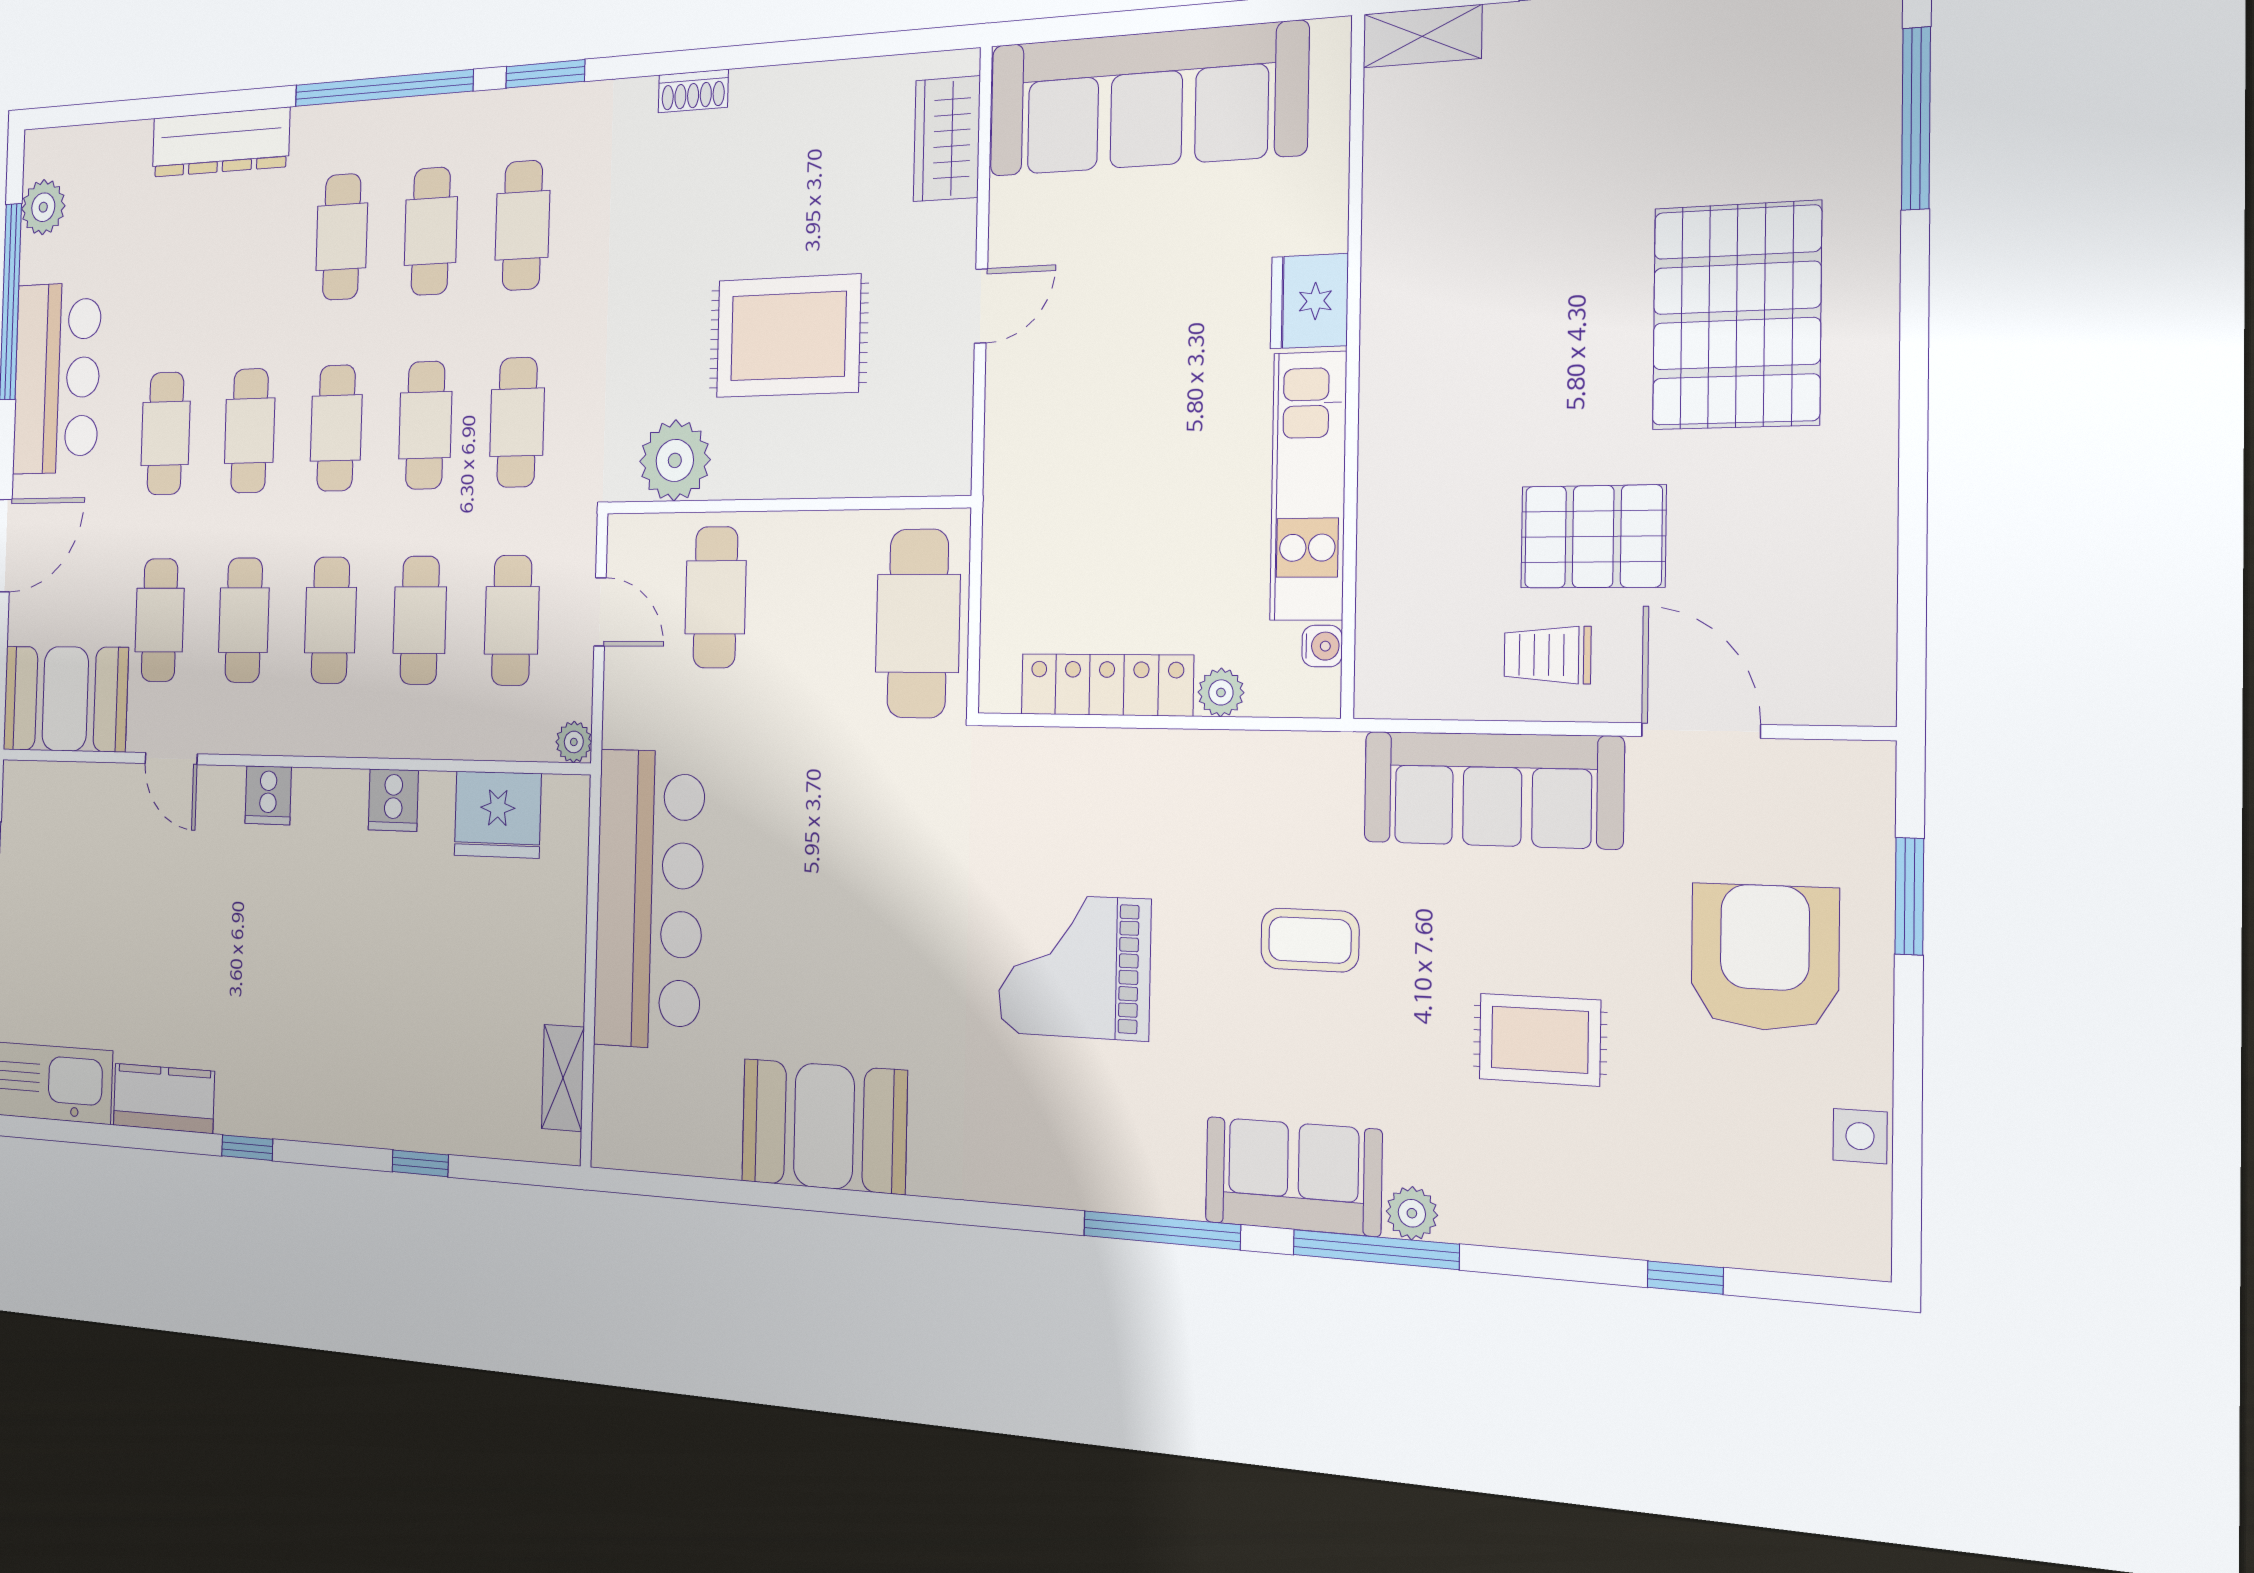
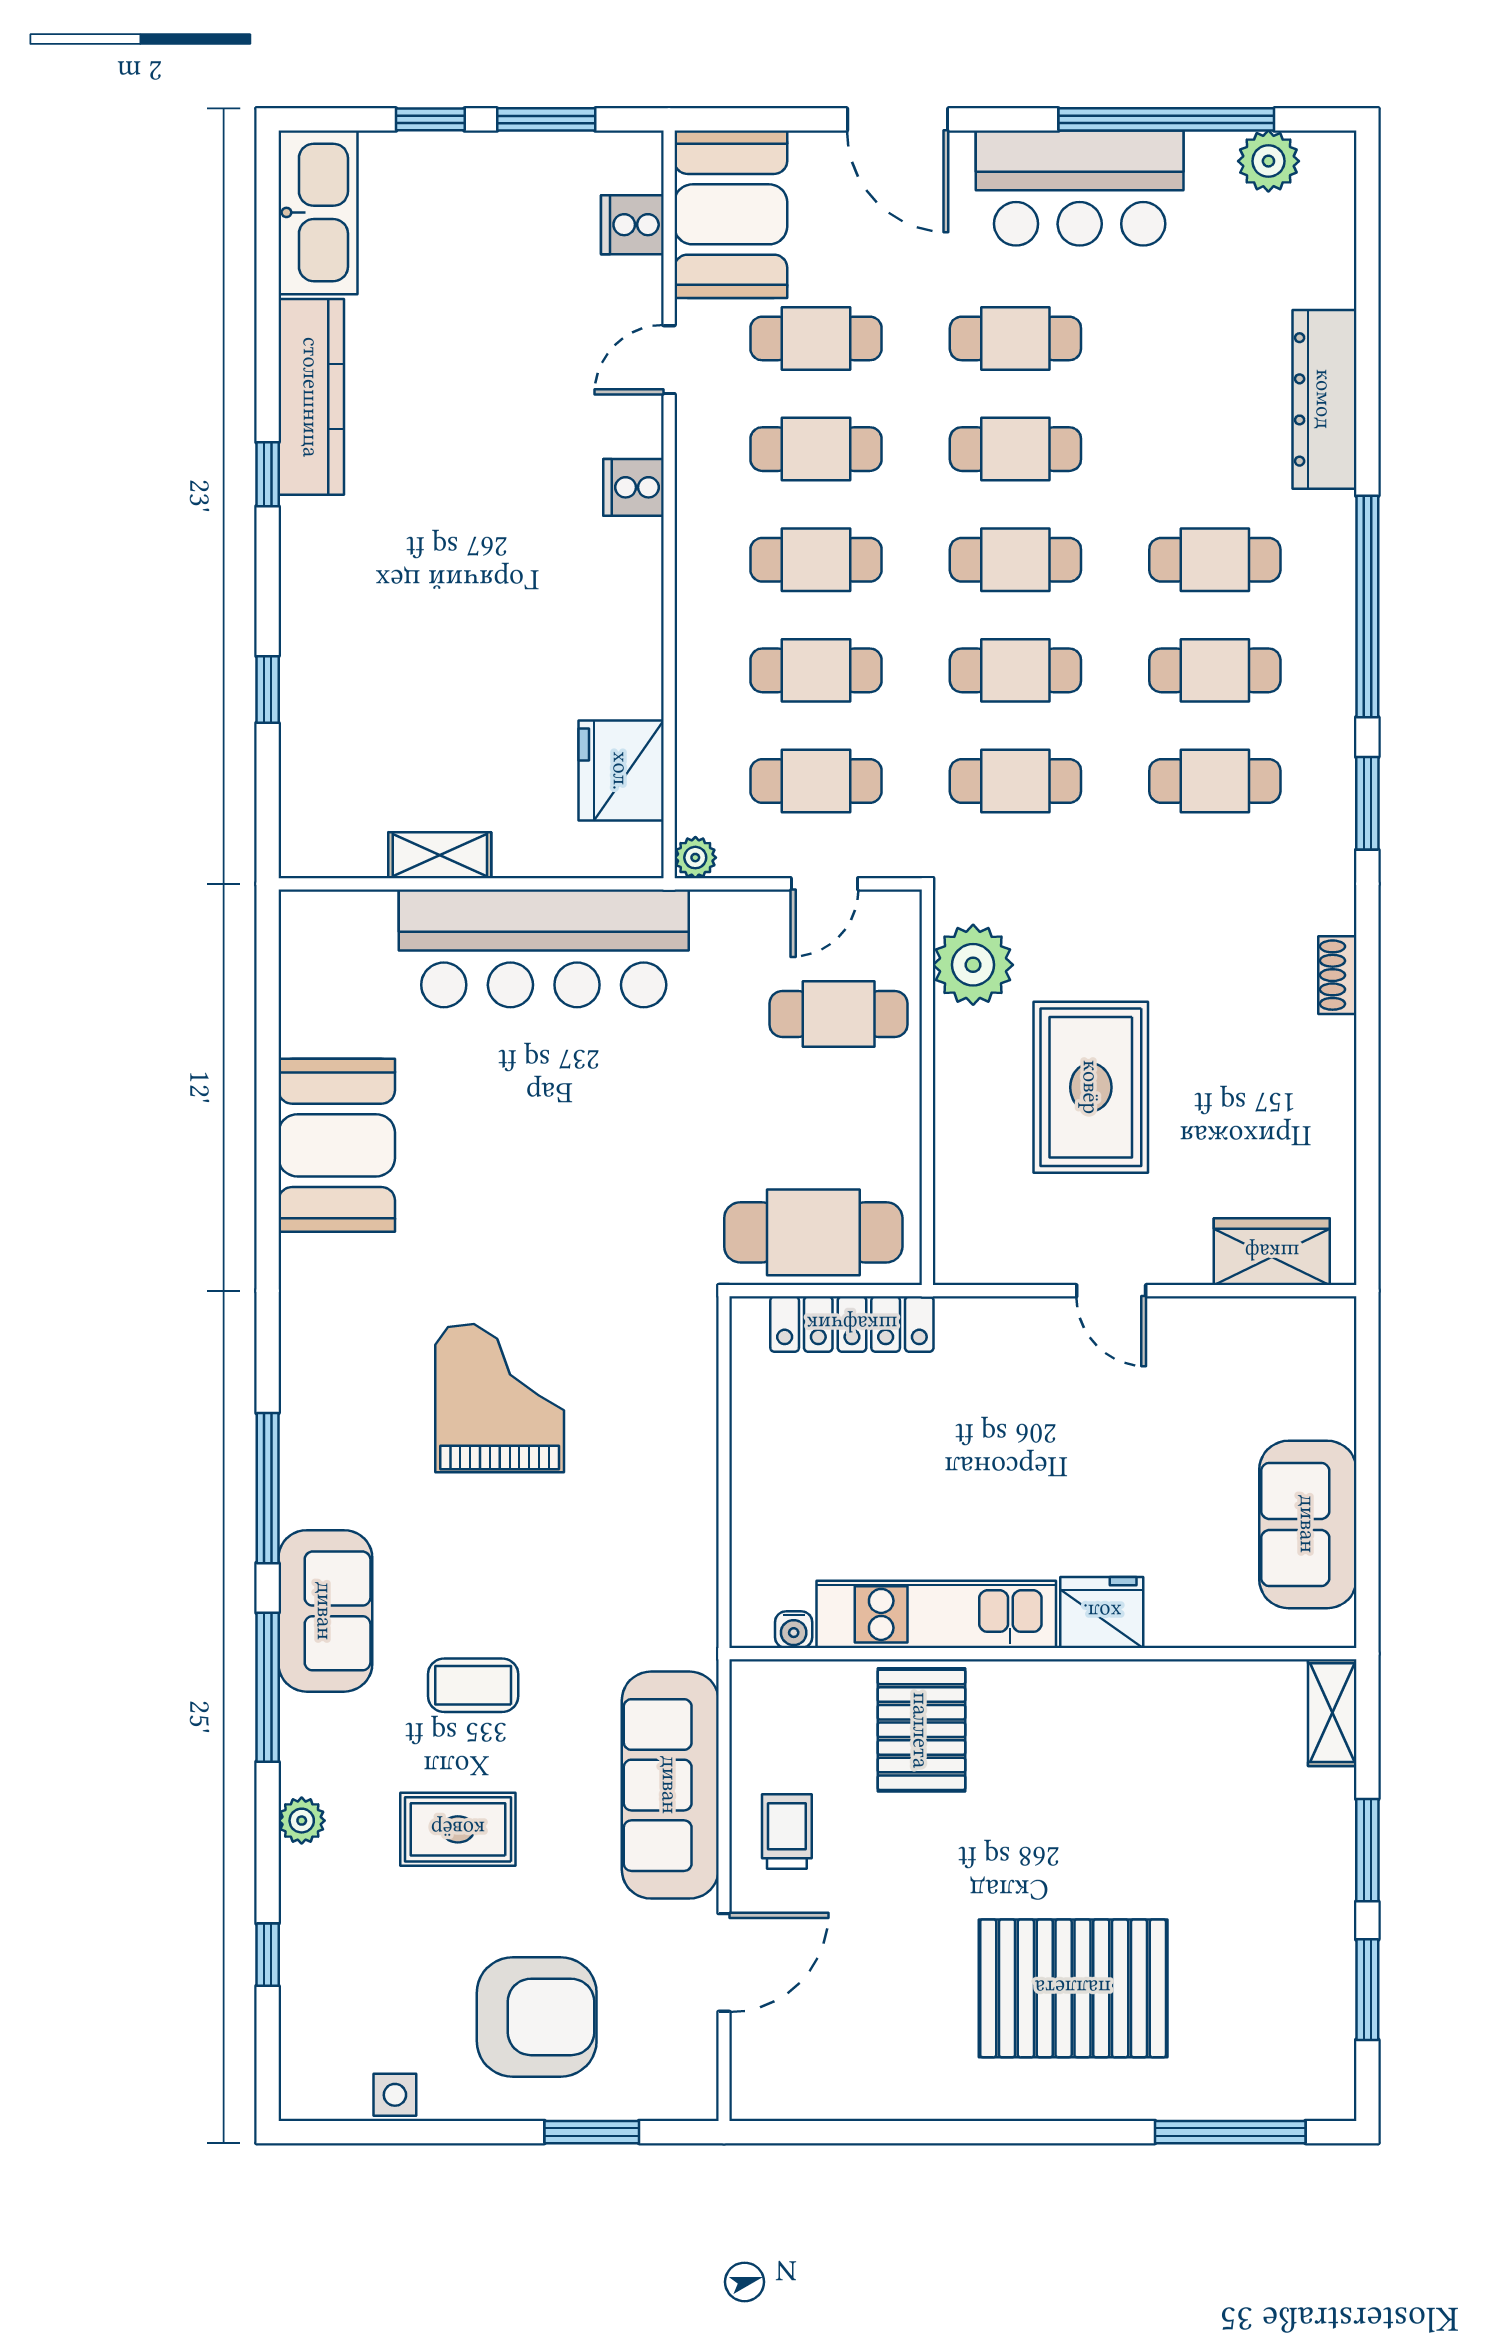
sofa: (1147, 99) -> (1308, 1524), width x0.54, depth x0.79
pallet: (1593, 537) -> (921, 1730), moved
locker: (1107, 685) -> (852, 1324), moved, turned 90
plant: (1221, 692) -> (752, 1536), removed
cooker: (393, 800) -> (632, 225), moved
coffee table: (1310, 940) -> (473, 1685), moved, turned 90
rug: (1540, 1040) -> (458, 1829), turned 90
shelving: (563, 1078) -> (440, 855), moved
kitchen counter: (164, 1098) -> (311, 397), width x1.50
plant: (1412, 1213) -> (302, 1821), moved

